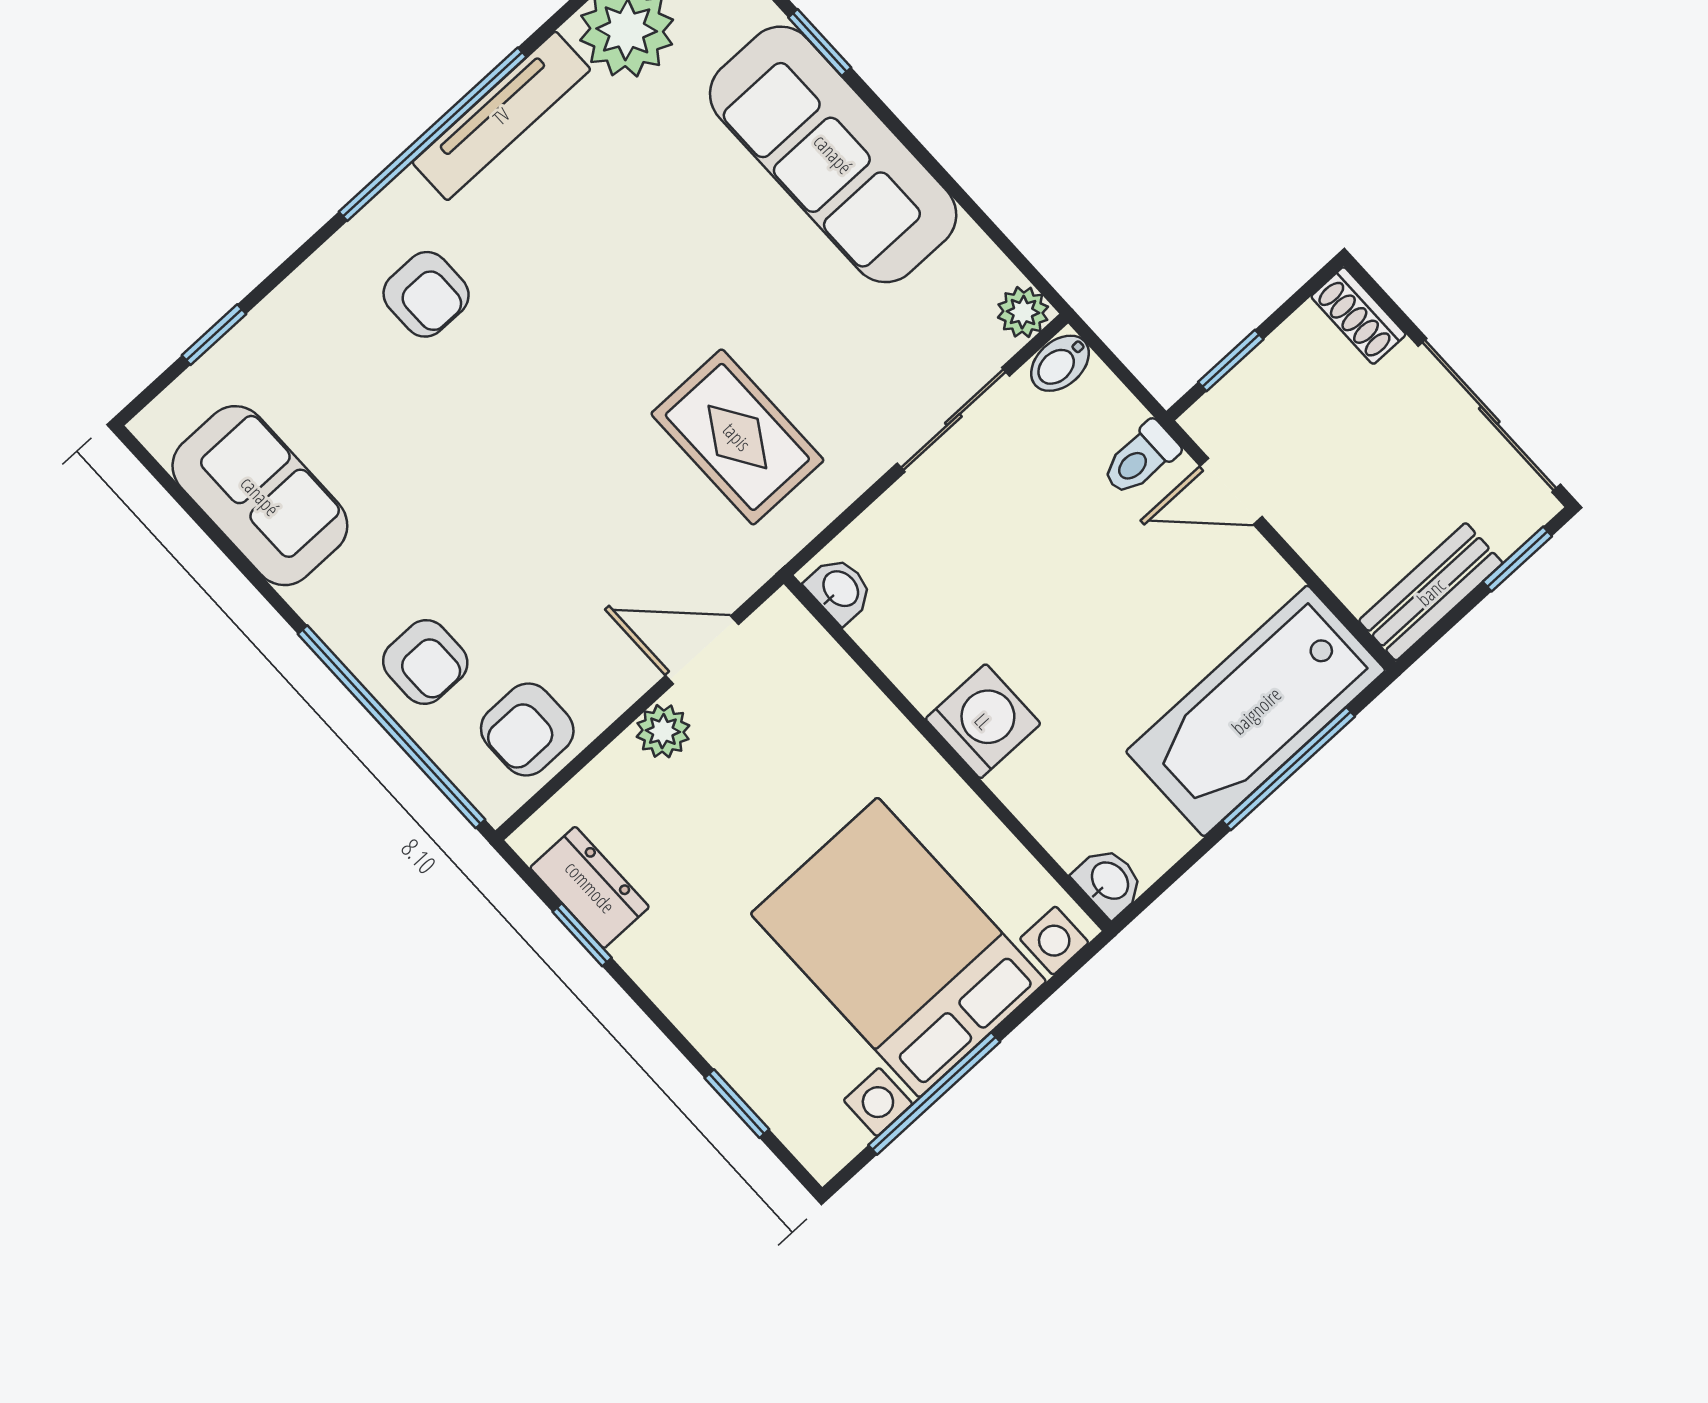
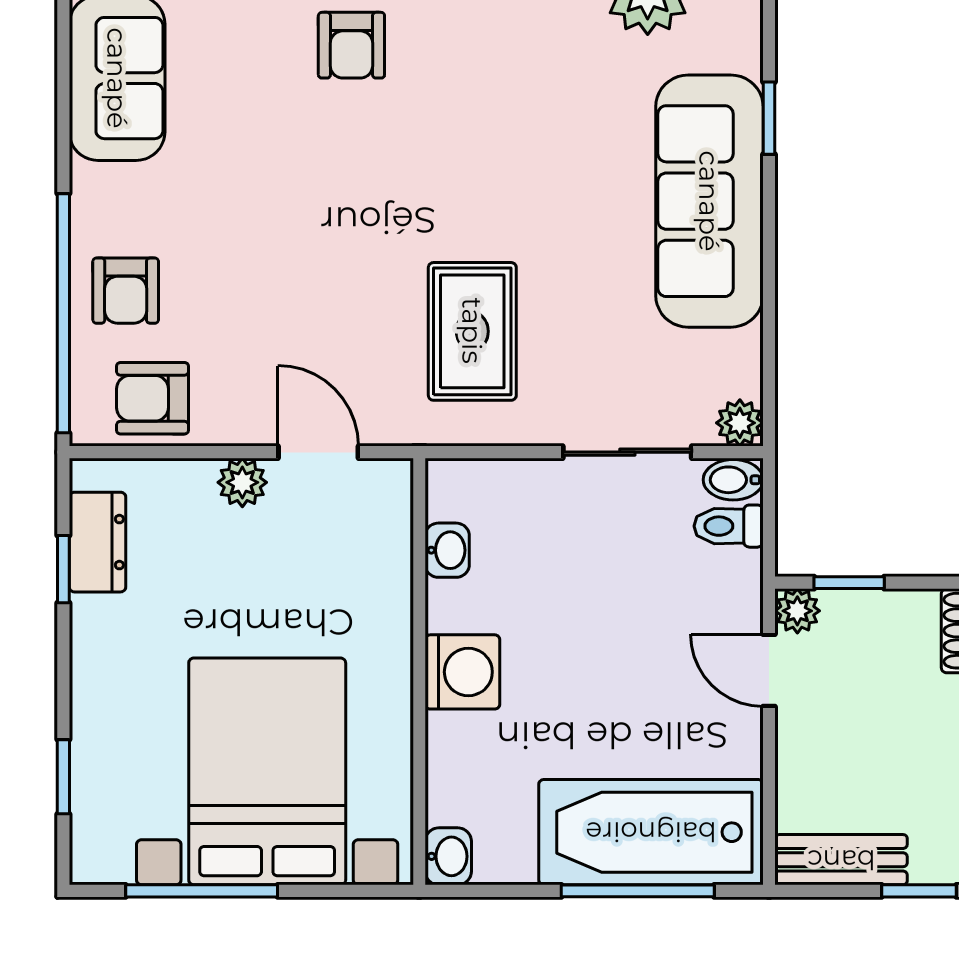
plant: (1210, 422) -> (797, 611), added
toilet: (1140, 459) -> (729, 526), moved
washbasin: (840, 590) -> (447, 550), moved

